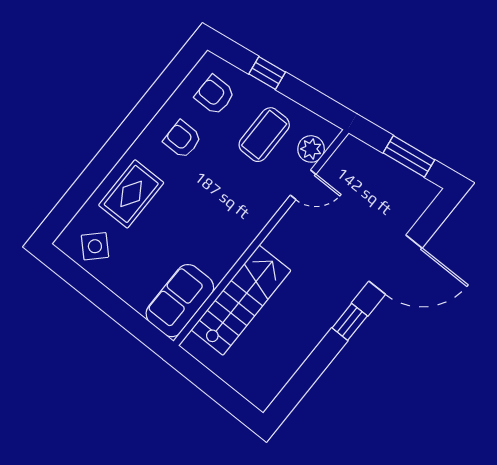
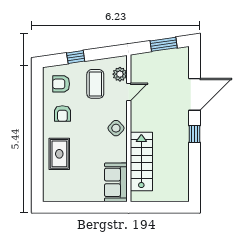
armchair: (182, 139) -> (62, 114), turned -90
side table: (95, 246) -> (116, 128), moved

